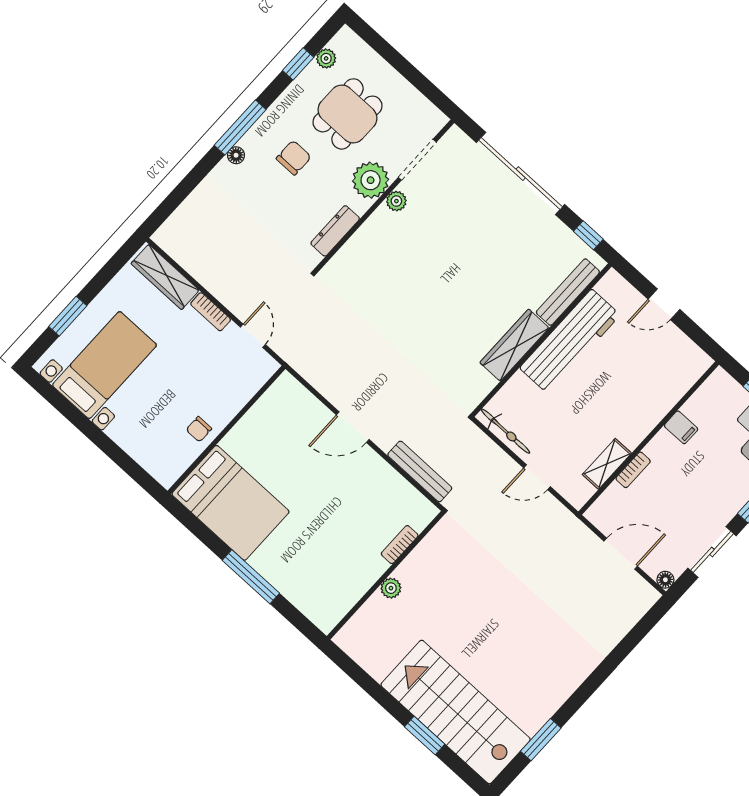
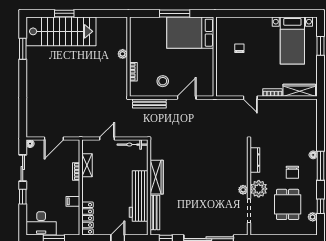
locker: (682, 380) -> (87, 218), added
wall: (226, 430) -> (215, 57), moved
stool: (367, 487) -> (163, 81), added
bed: (231, 503) -> (190, 33), moved

